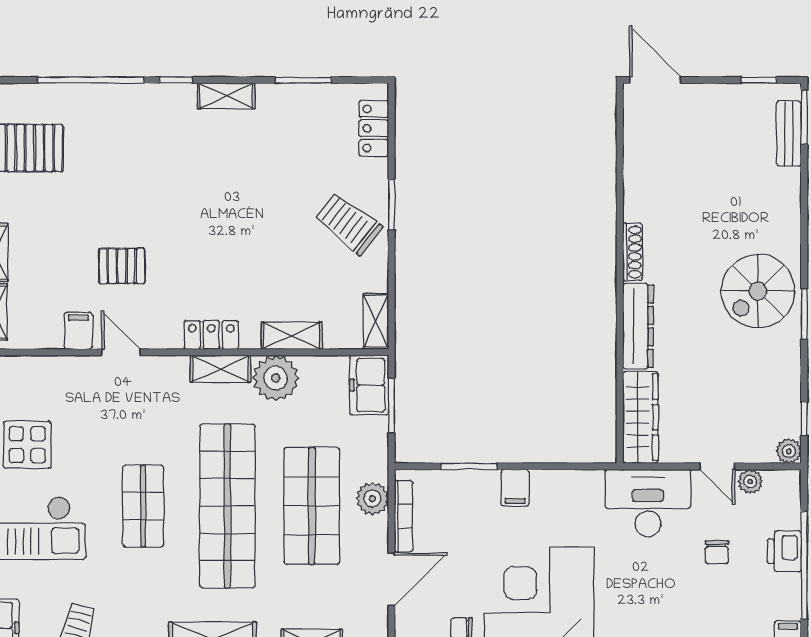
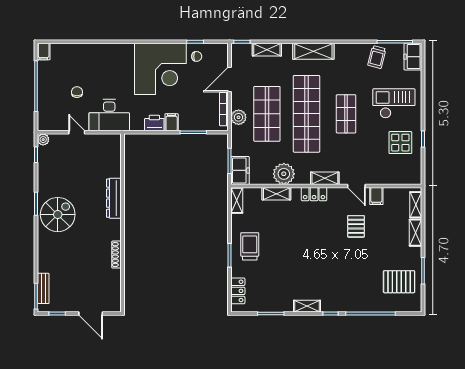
door: (655, 80) -> (91, 314), moved
trolley: (348, 223) -> (250, 246), turned -128
shoe rack: (633, 252) -> (116, 255), moved
pallet: (122, 266) -> (356, 226), turned 90
shelving: (220, 369) -> (325, 178), moved
wardrobe: (640, 417) -> (113, 155), removed
plant: (750, 481) -> (61, 125), removed
printer: (784, 551) -> (154, 123), moved, turned -90

